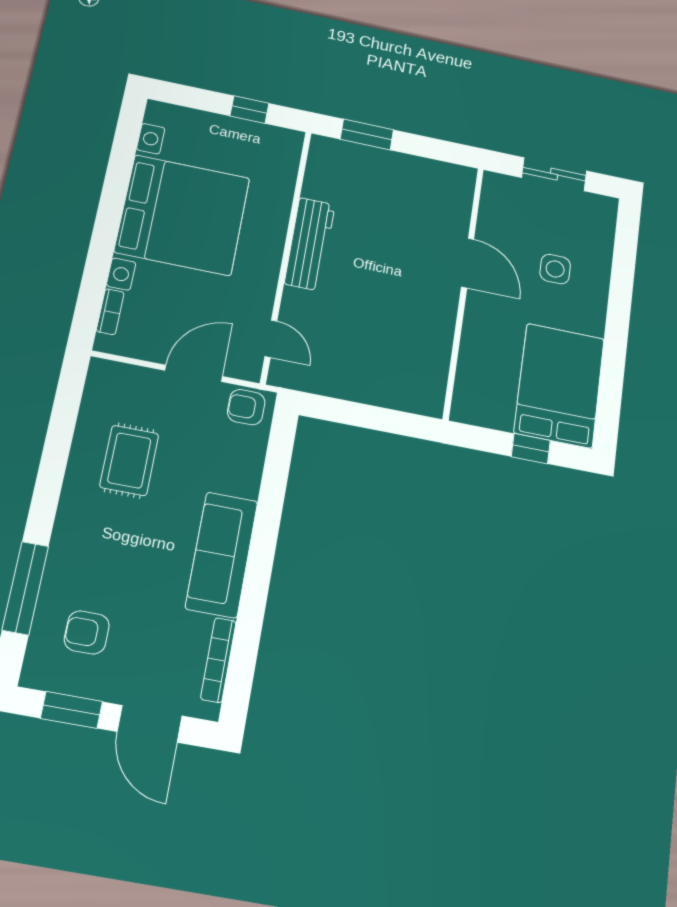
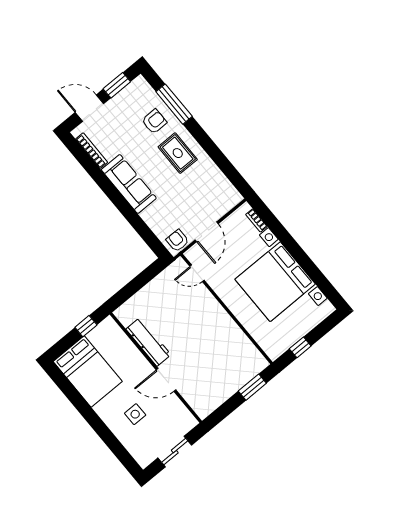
workbench: (310, 244) -> (148, 342), moved, turned 180
armchair: (246, 407) -> (177, 241), turned -90
window: (531, 449) -> (86, 326), moved
rug: (129, 460) -> (178, 153), moved
armchair: (87, 632) -> (154, 121), moved

